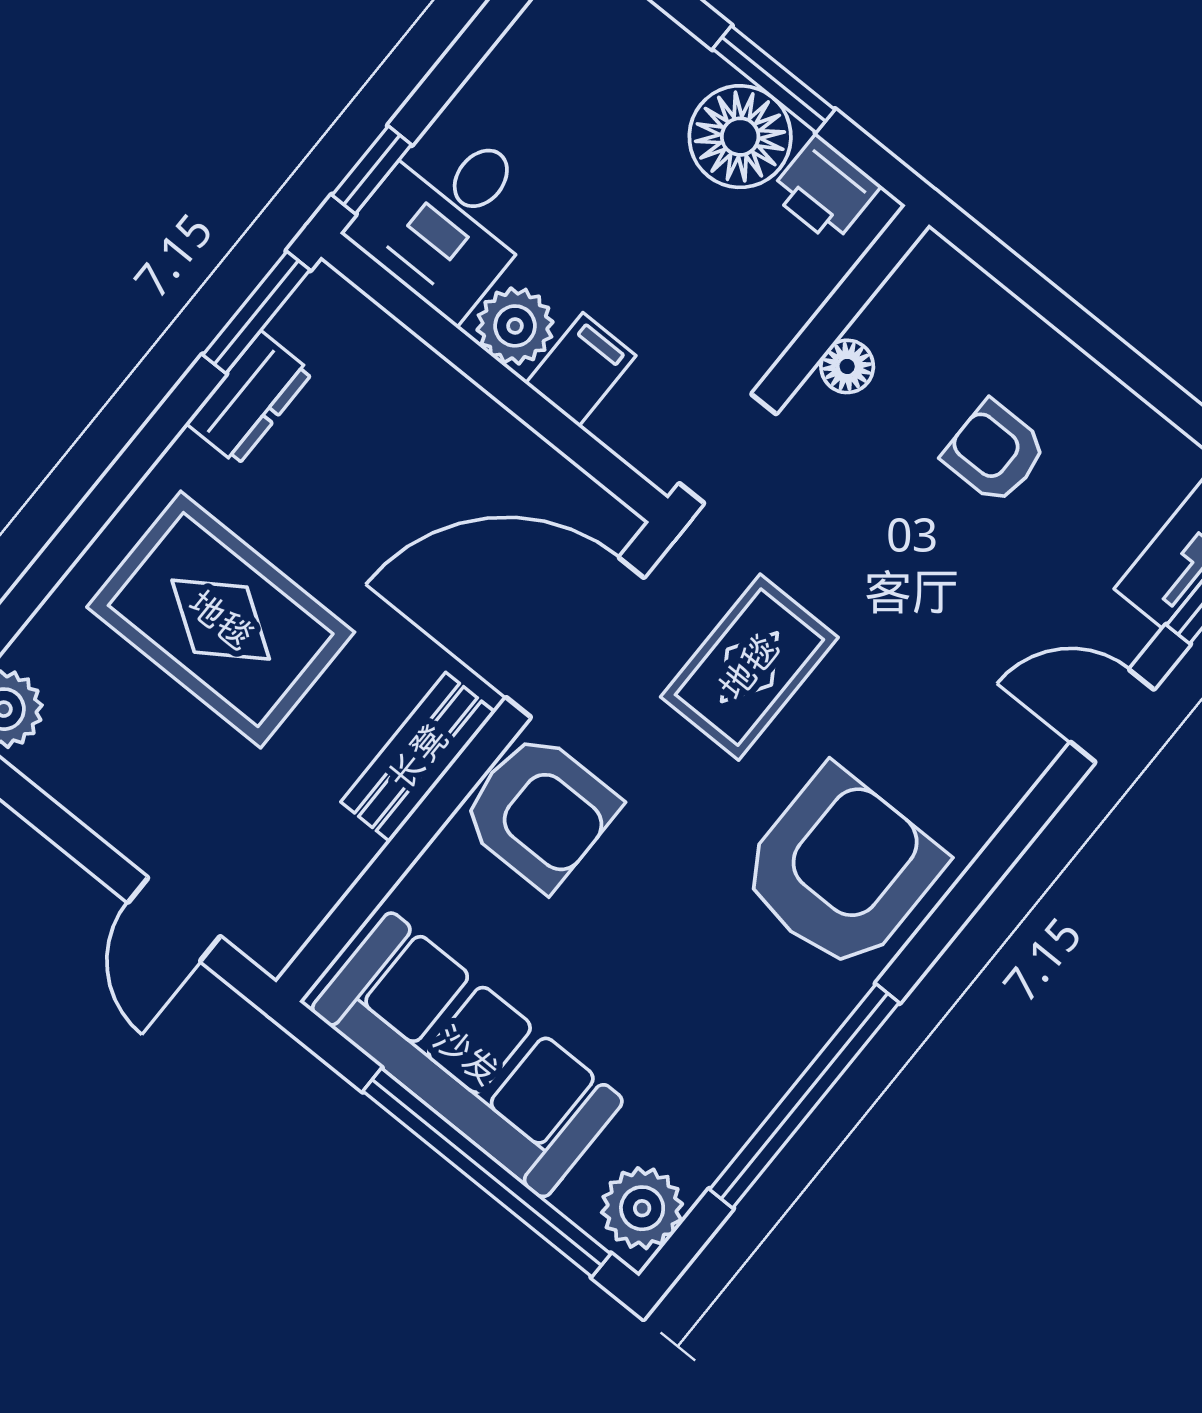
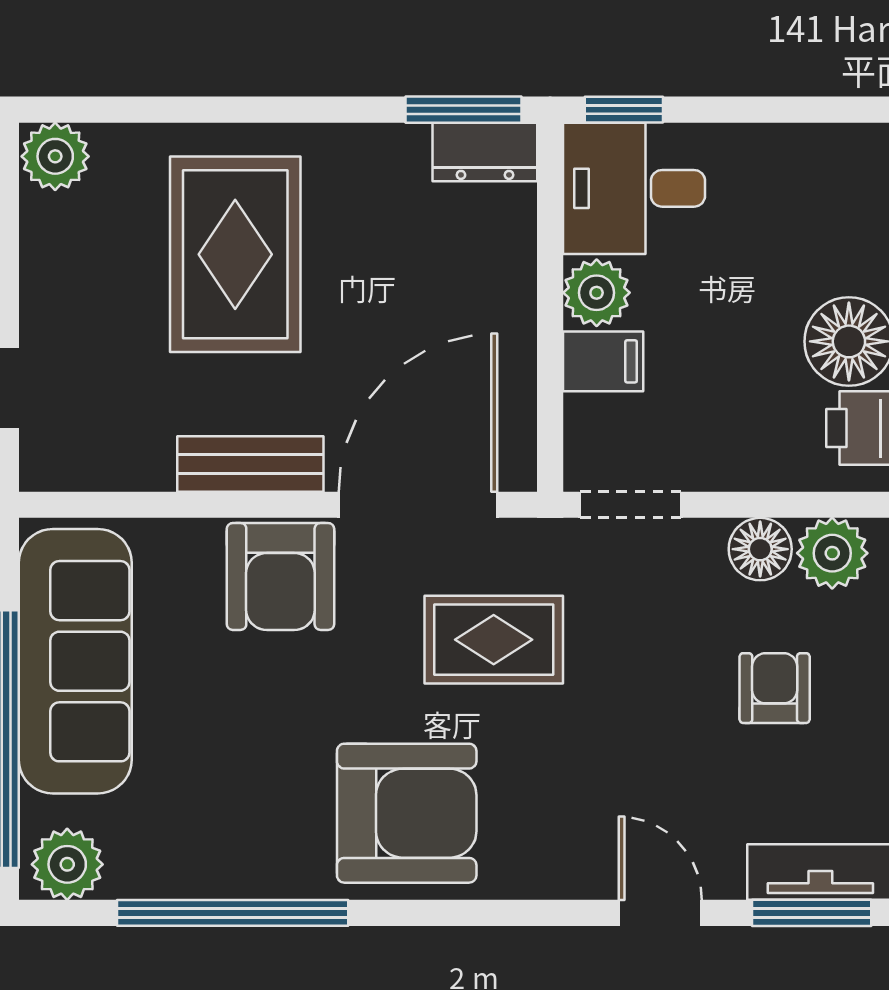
plant: (916, 304) -> (832, 553), added
floor lamp: (847, 366) -> (760, 549), width x1.37, depth x1.37
dresser: (249, 398) -> (485, 152), moved
door: (575, 637) -> (418, 505), hinge flipped

